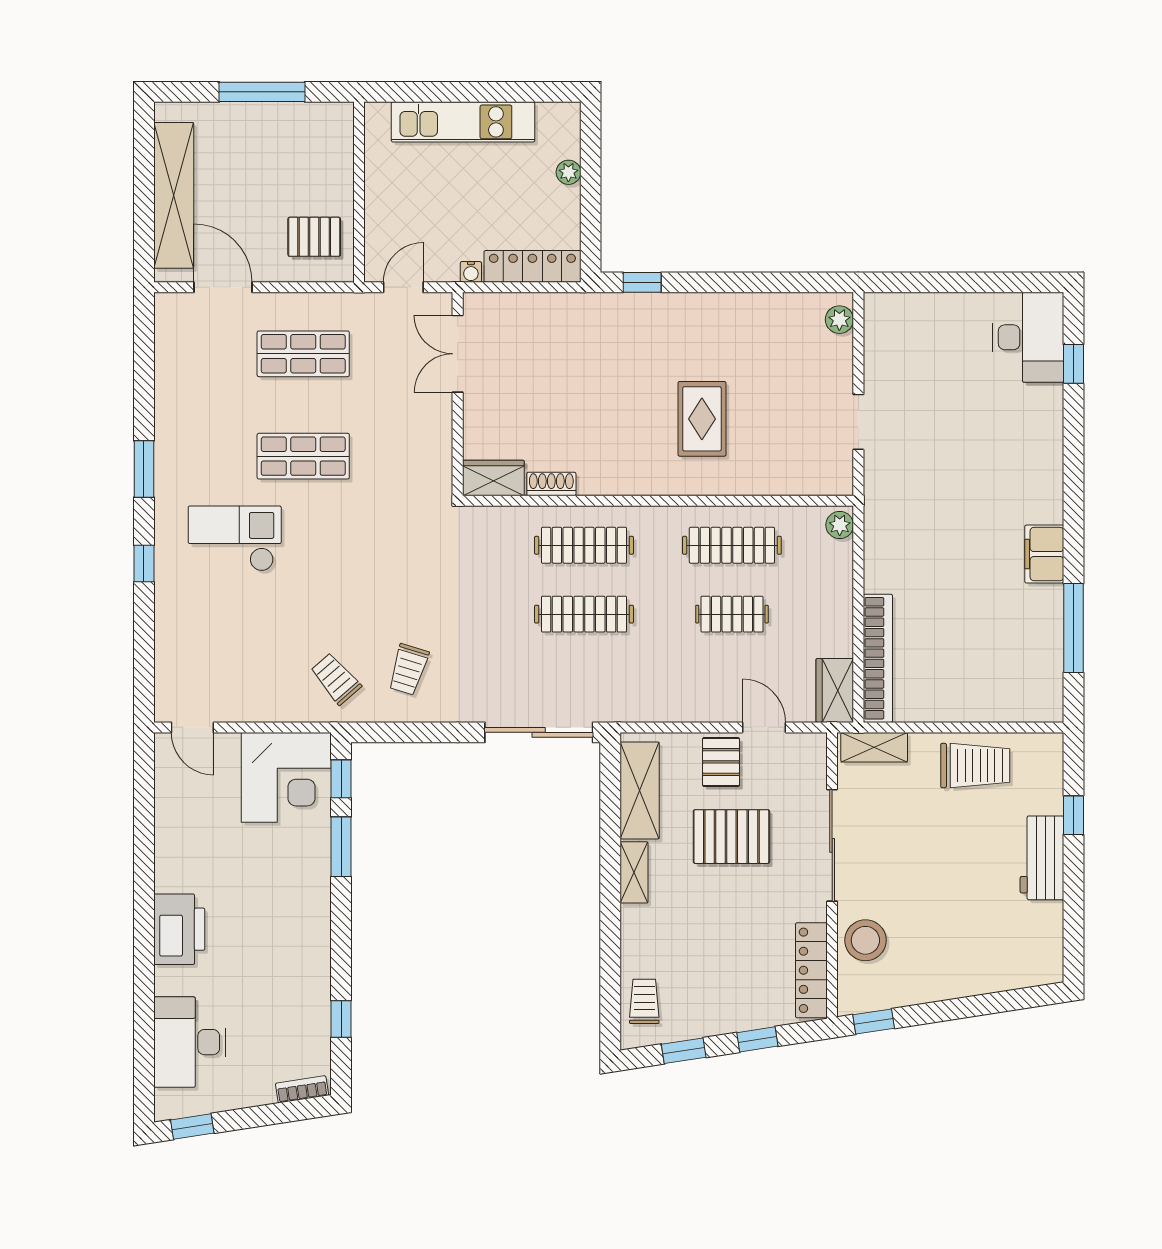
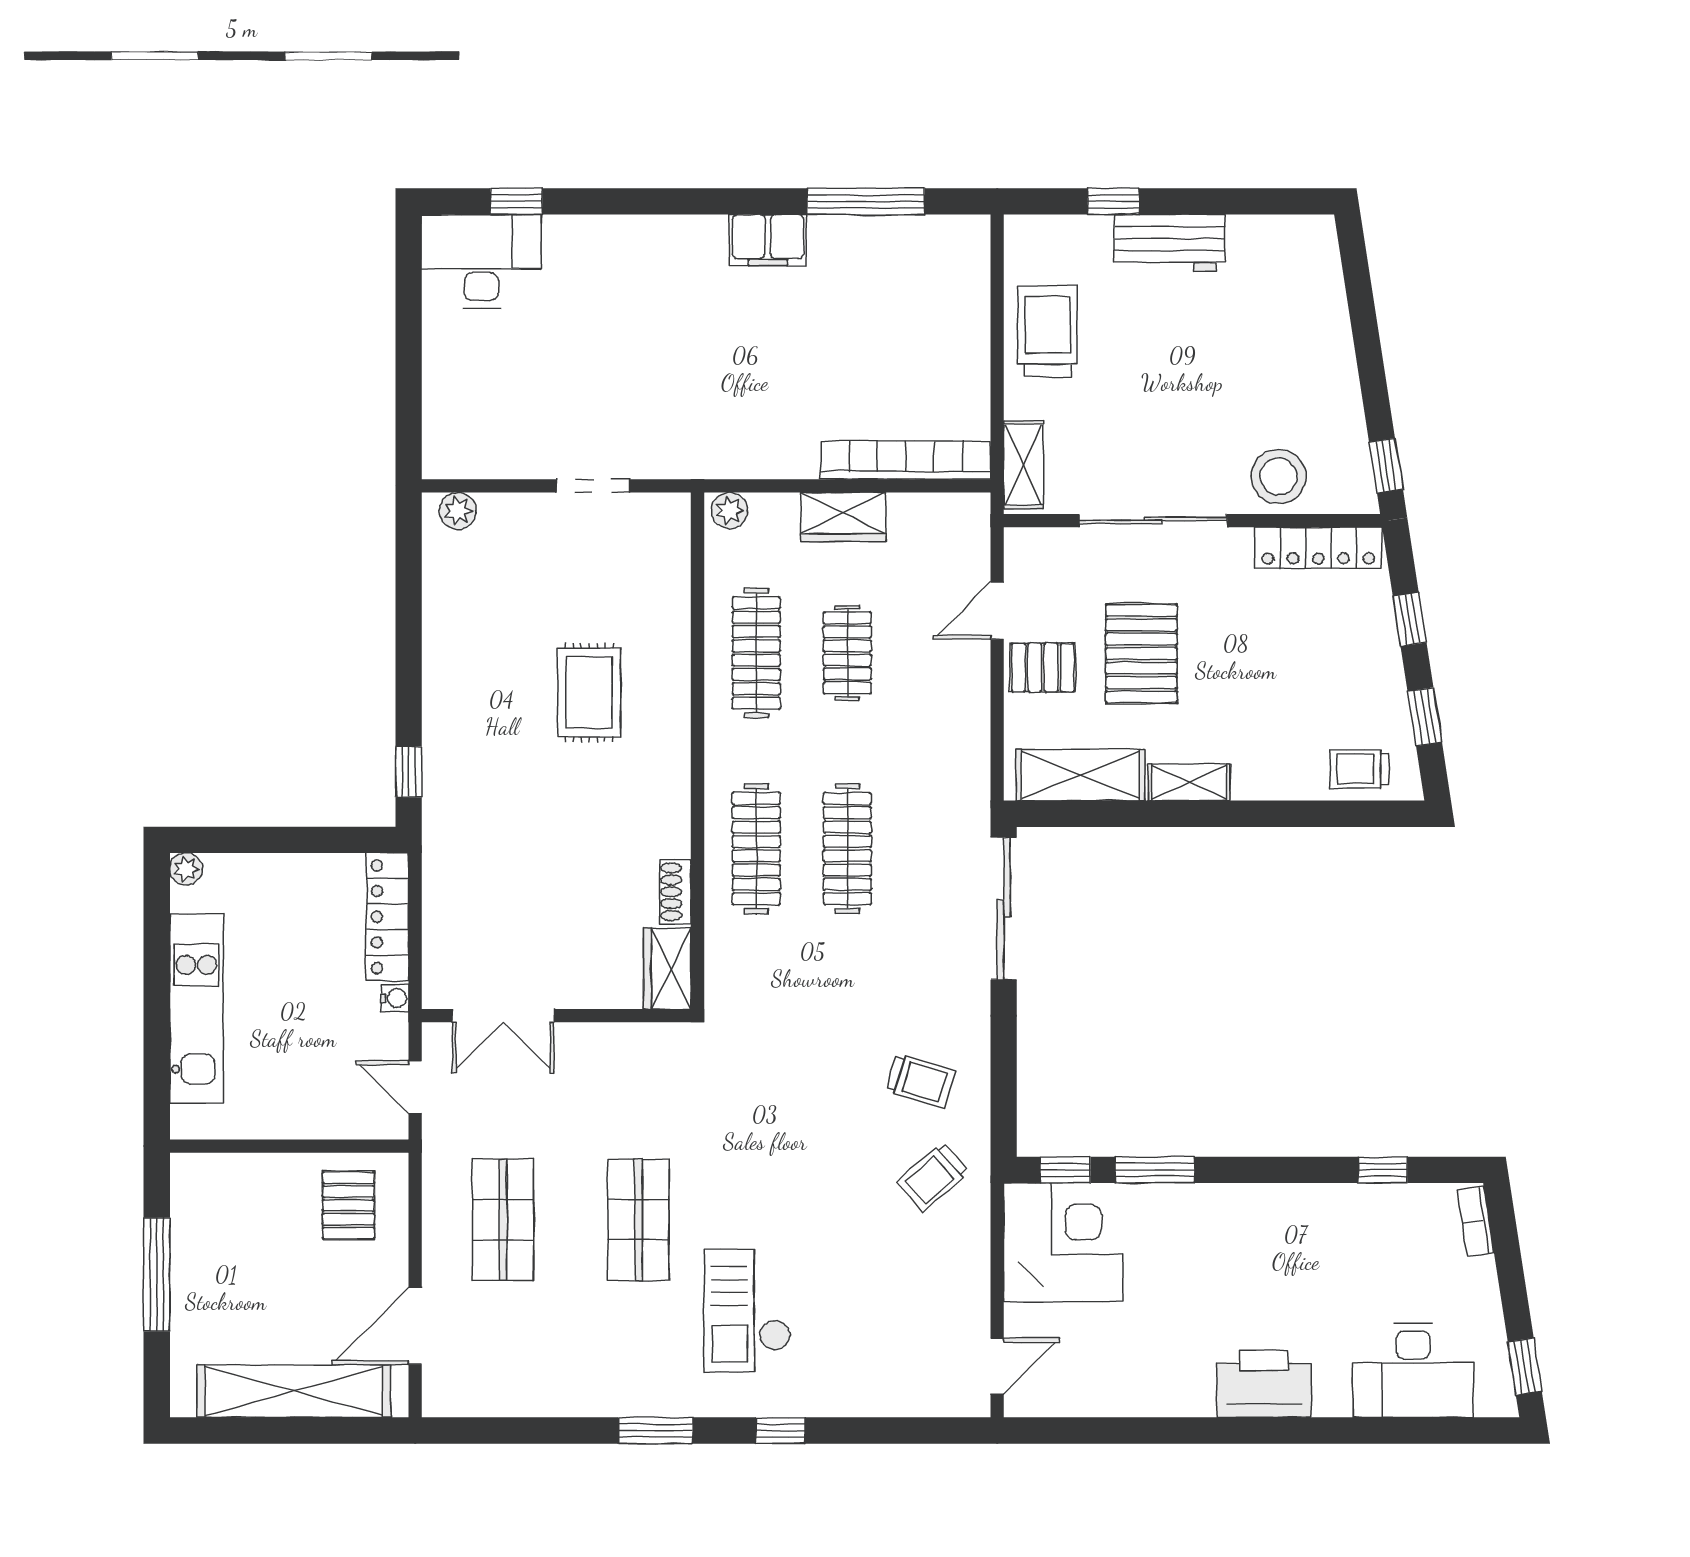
plant: (568, 172) -> (186, 869), moved
rug: (702, 419) -> (589, 693), turned 90
wardrobe: (835, 690) -> (843, 517), moved

